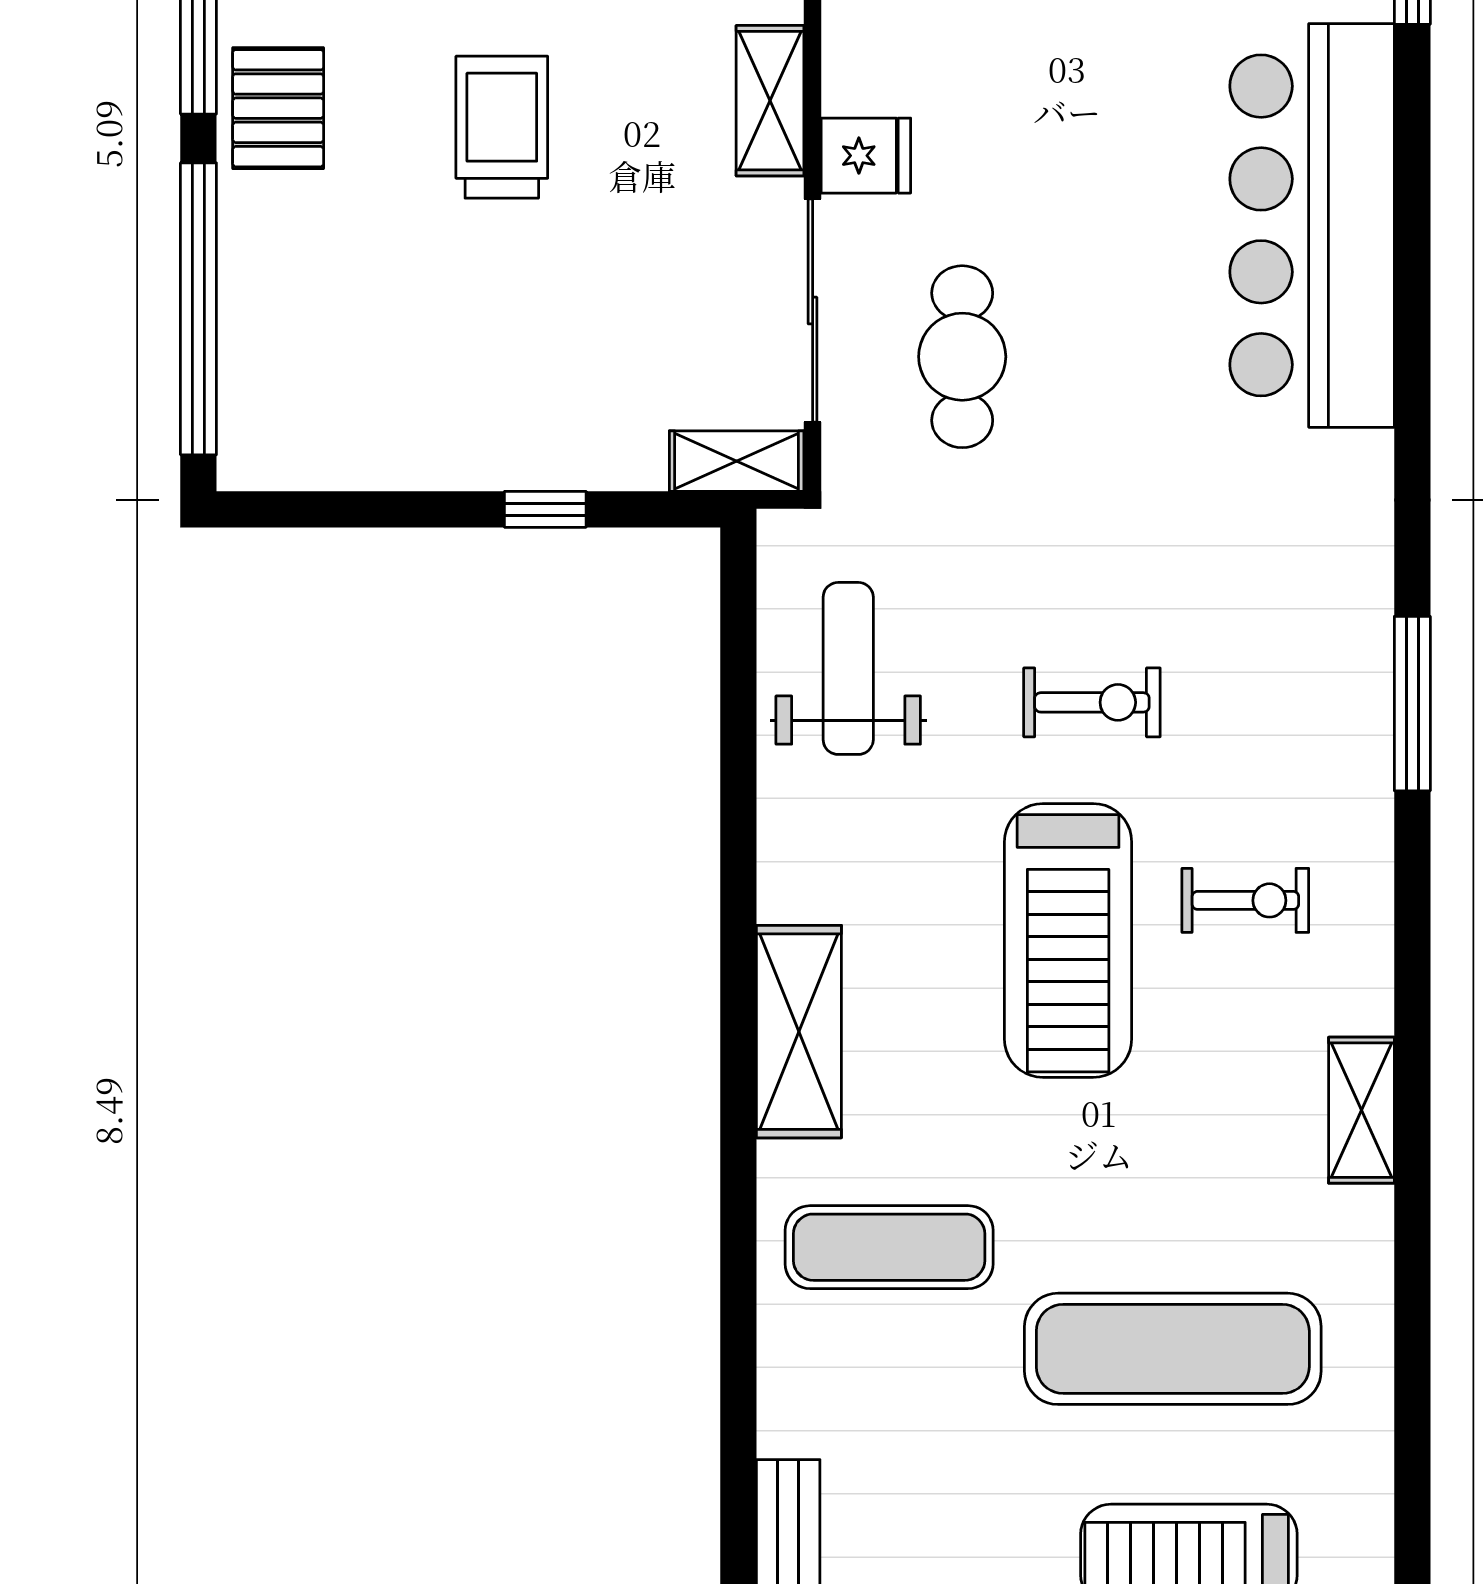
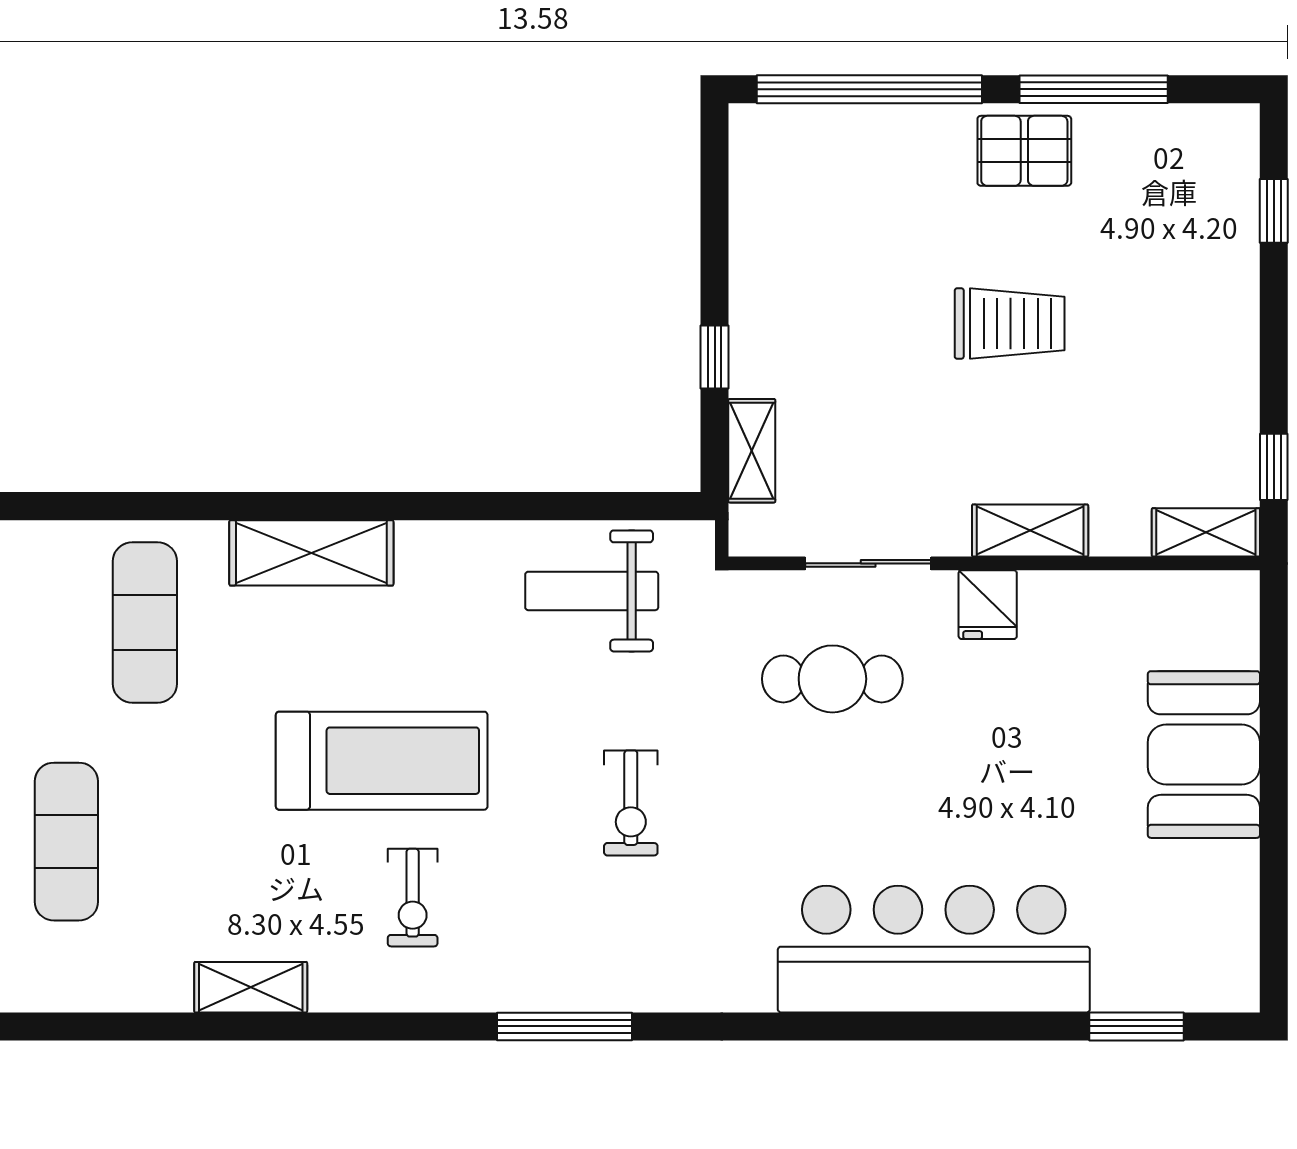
sliding door: (813, 311) -> (868, 563), width x0.73
shelving: (737, 461) -> (752, 451), moved
weight bench: (848, 668) -> (592, 591), turned 180
exercise bike: (1092, 702) -> (631, 803), moved
treadmill: (1068, 940) -> (382, 761), turned 180
exercise mat: (1173, 1349) -> (66, 842), width x0.73, depth x0.69

